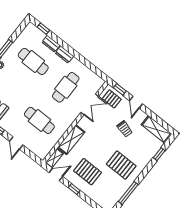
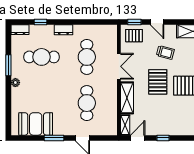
window: (43, 29) -> (40, 22), moved
dresser: (51, 44) -> (20, 30), moved
double door: (90, 104) -> (119, 66), moved
cafe table: (39, 120) -> (87, 103), turned 90
pallet: (88, 172) -> (158, 82), moved, turned 90

